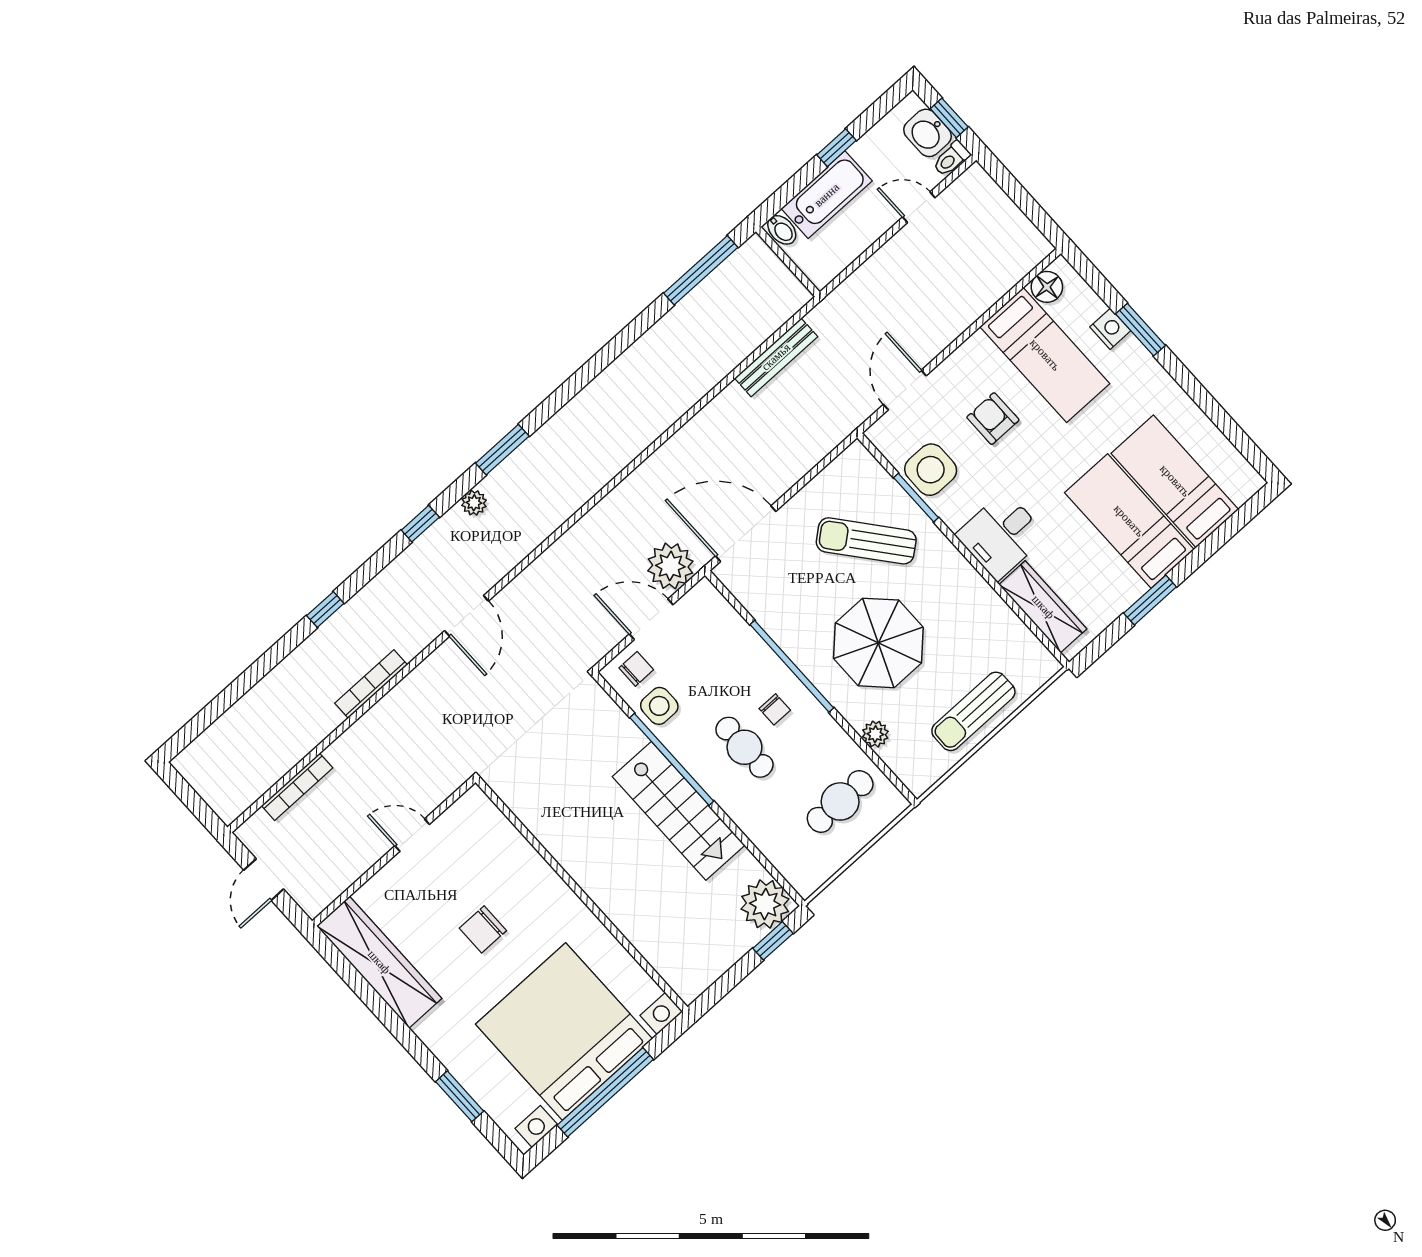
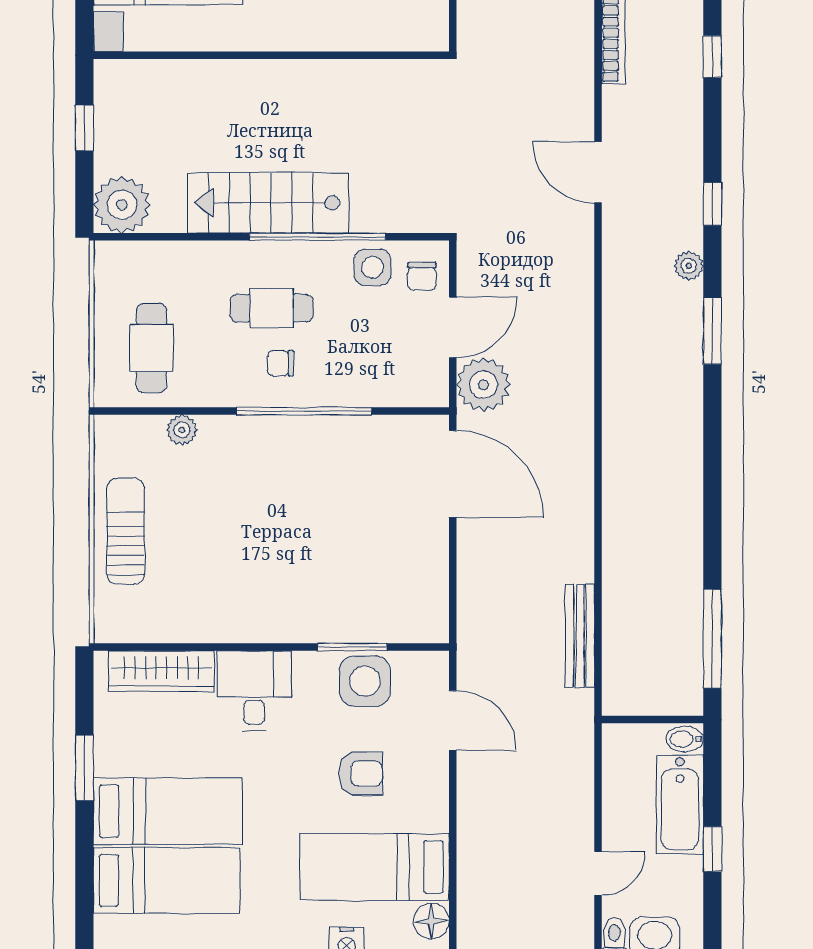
door: (746, 534) -> (453, 474), hinge flipped
sun lounger: (866, 541) -> (354, 571), removed
parasol: (878, 643) -> (257, 503), removed
window: (773, 941) -> (84, 128), moved

